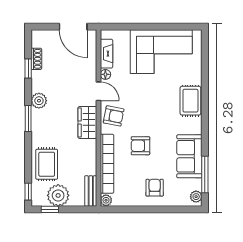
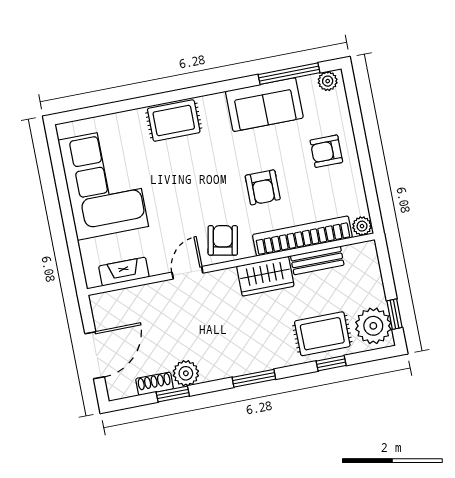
door: (73, 27) -> (95, 355), moved
floor lamp: (105, 74) -> (158, 267), removed
plant: (39, 101) -> (186, 373), moved
wardrobe: (87, 122) -> (265, 276), moved
bench: (91, 191) -> (317, 260), moved
window: (28, 192) -> (331, 363), moved
plant: (58, 195) -> (373, 326), moved

